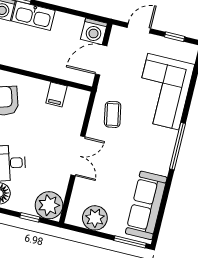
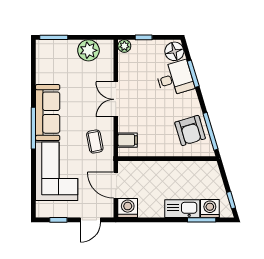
door: (101, 60) -> (116, 185), swing flipped
filing cabinet: (56, 94) -> (128, 140), moved, turned 90
plant: (49, 205) -> (124, 46), width x0.53, depth x0.53
sofa: (146, 205) -> (48, 113), moved

